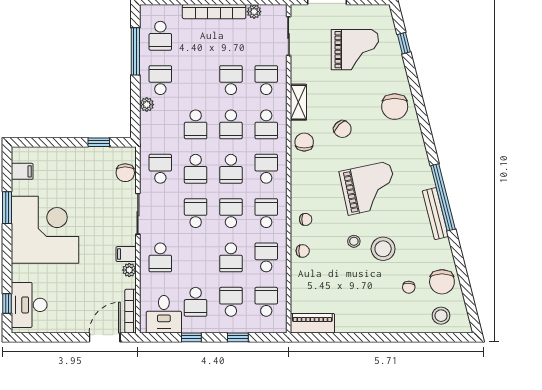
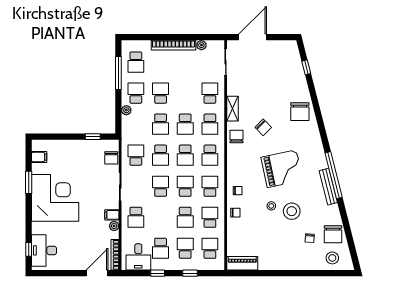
grand piano: (355, 50) -> (272, 72), removed
school desk: (231, 80) -> (161, 93), moved
school desk: (266, 169) -> (210, 155), turned 180

